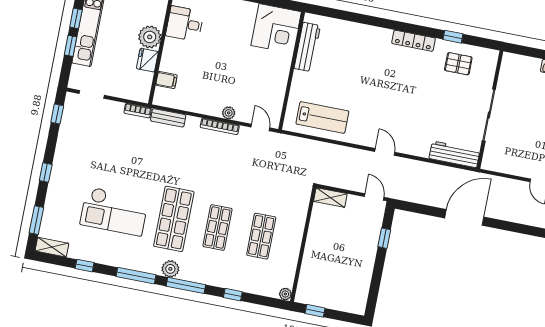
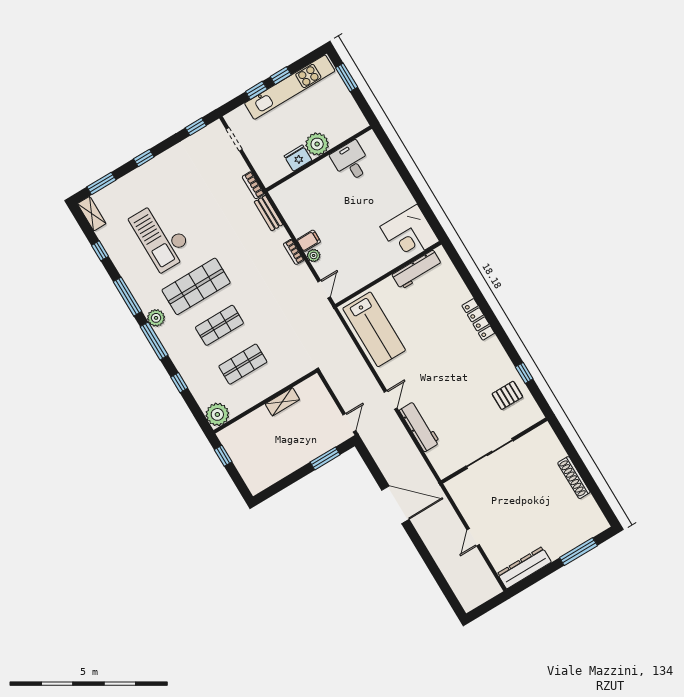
locker: (413, 41) -> (478, 319), moved
pallet: (458, 64) -> (507, 395), turned 90
filing cabinet: (166, 80) -> (309, 241), moved, turned -90
lab bench: (322, 117) -> (374, 329), width x1.36, depth x1.39
bookcase: (220, 126) -> (294, 252), width x0.64
workbench: (454, 154) -> (420, 426), moved
shelving: (330, 198) -> (282, 402), moved, turned 90
window: (384, 238) -> (325, 458), width x1.50
plant: (285, 294) -> (217, 414), width x1.88, depth x1.88

